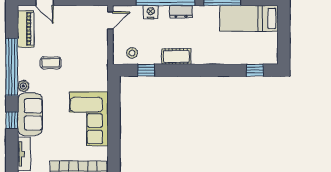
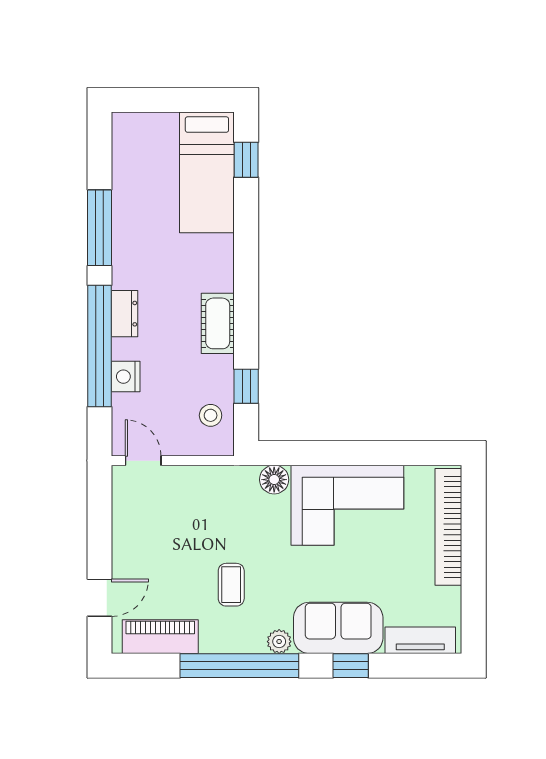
bed: (249, 18) -> (207, 172), moved
floor lamp: (101, 84) -> (274, 480), added

